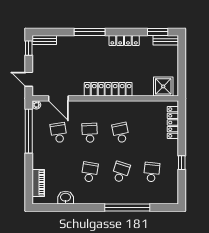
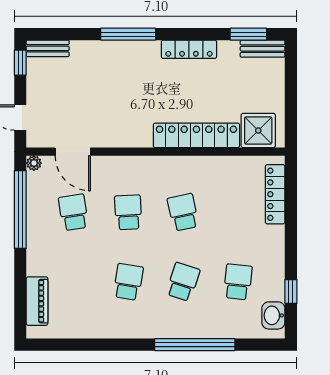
locker: (108, 89) -> (196, 135), moved
window: (182, 163) -> (291, 292), moved
washbasin: (66, 198) -> (273, 315), moved, turned -90

